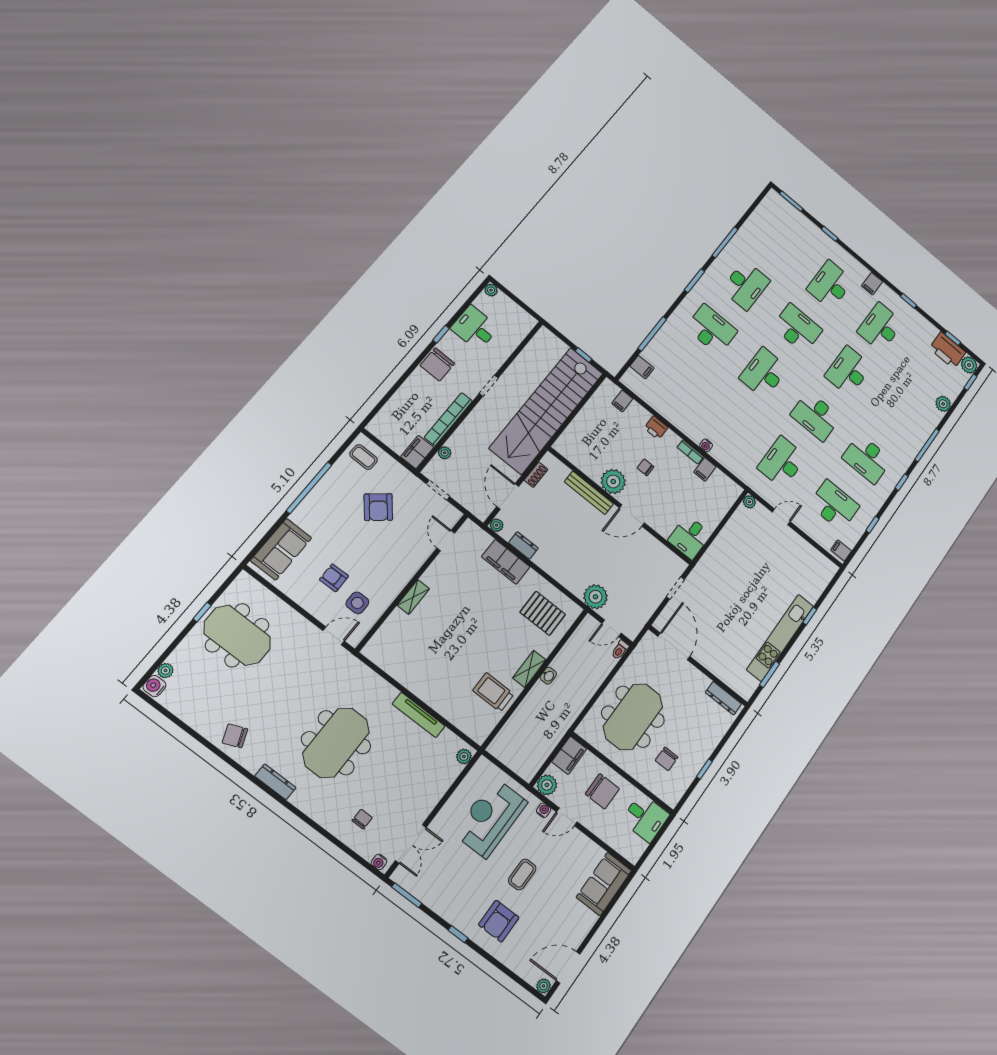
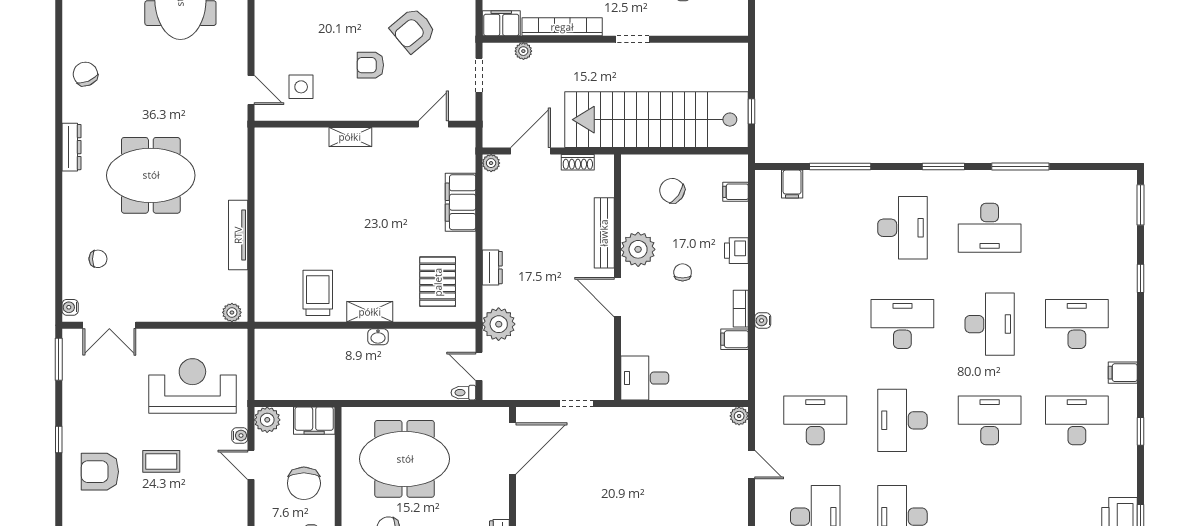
chair: (594, 435) -> (672, 191), added
dresser: (523, 545) -> (492, 268), moved
armchair: (334, 578) -> (370, 65), moved, turned -89

